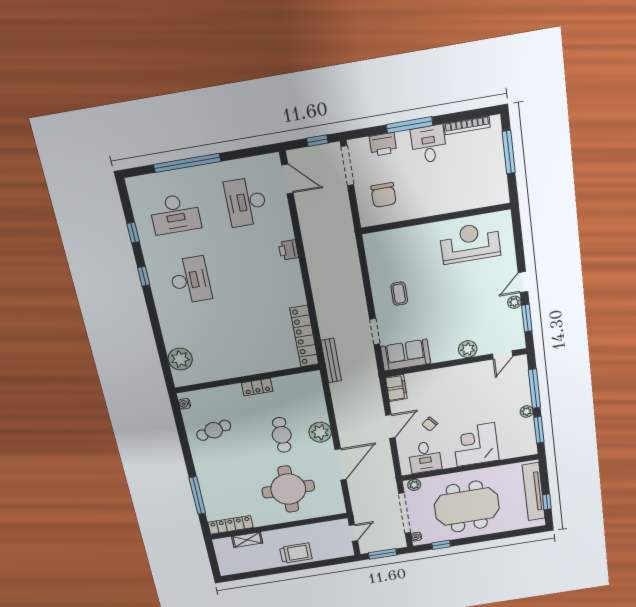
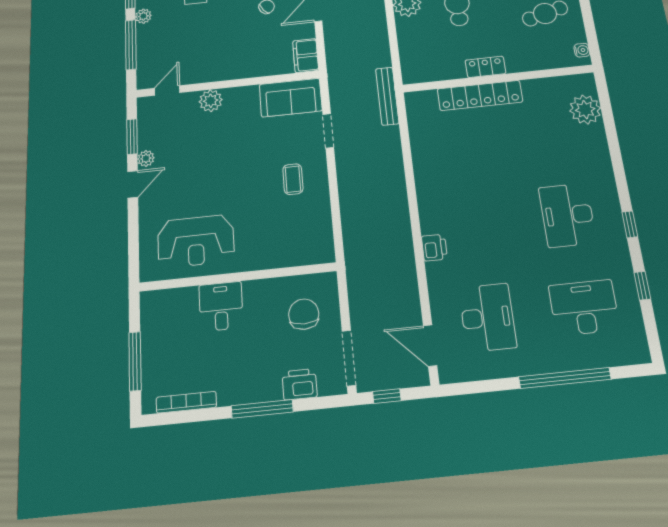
desk: (429, 144) -> (221, 306), moved, turned 180
locker: (304, 336) -> (480, 95), moved, turned 90

